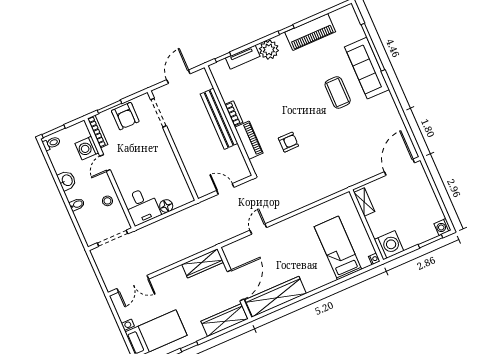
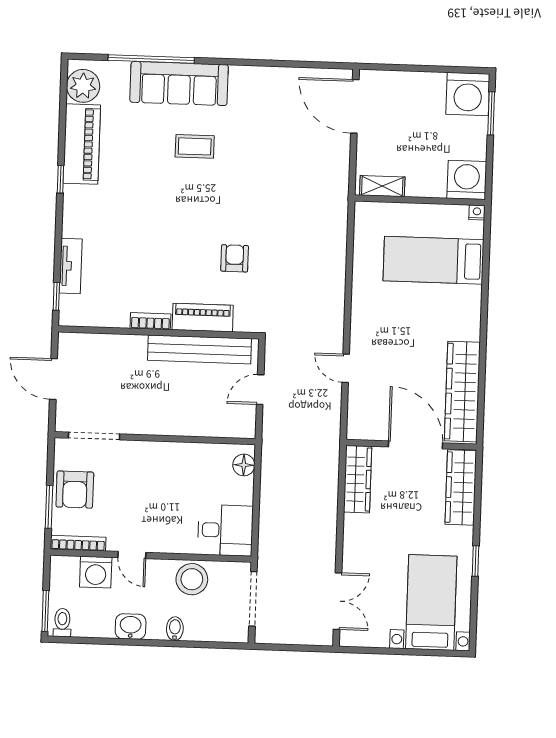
plant: (269, 50) -> (83, 86), moved
coffee table: (338, 92) -> (195, 146), width x0.73, depth x0.77
armchair: (125, 116) -> (75, 490), turned 90
bench: (219, 119) -> (200, 349), moved
stool: (107, 201) -> (192, 579), width x1.89, depth x1.89
floor lamp: (166, 206) -> (244, 465), moved
washing machine: (442, 227) -> (468, 94), width x1.89, depth x1.89

